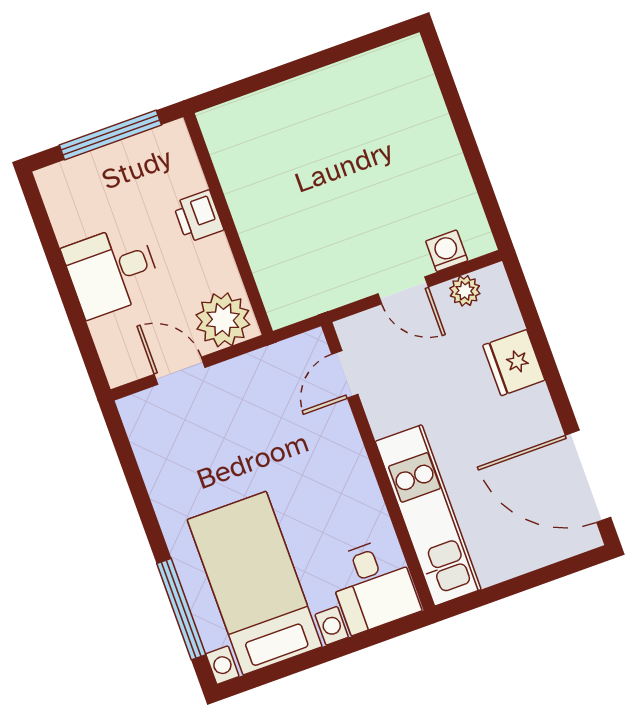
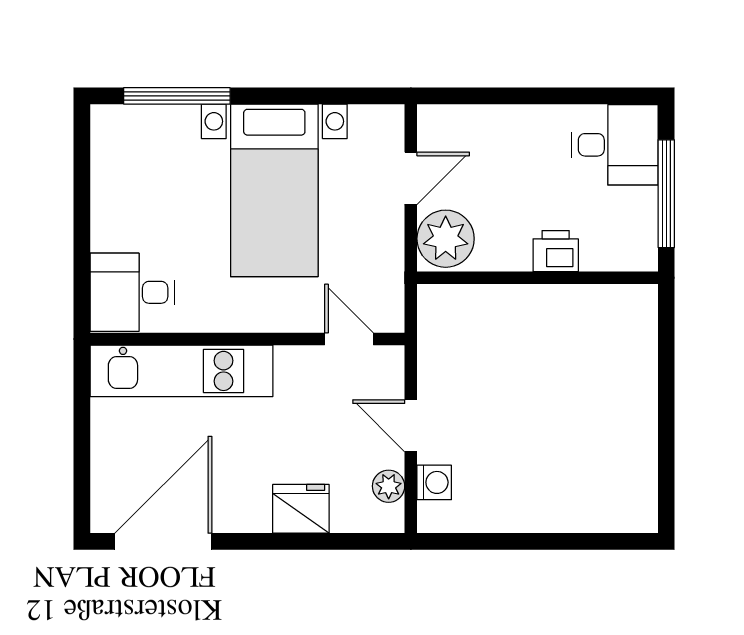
desk: (112, 271) -> (615, 145), moved, turned 90
door: (403, 290) -> (411, 426), hinge flipped
bed with nightstands: (255, 583) -> (274, 190), moved, turned 90

